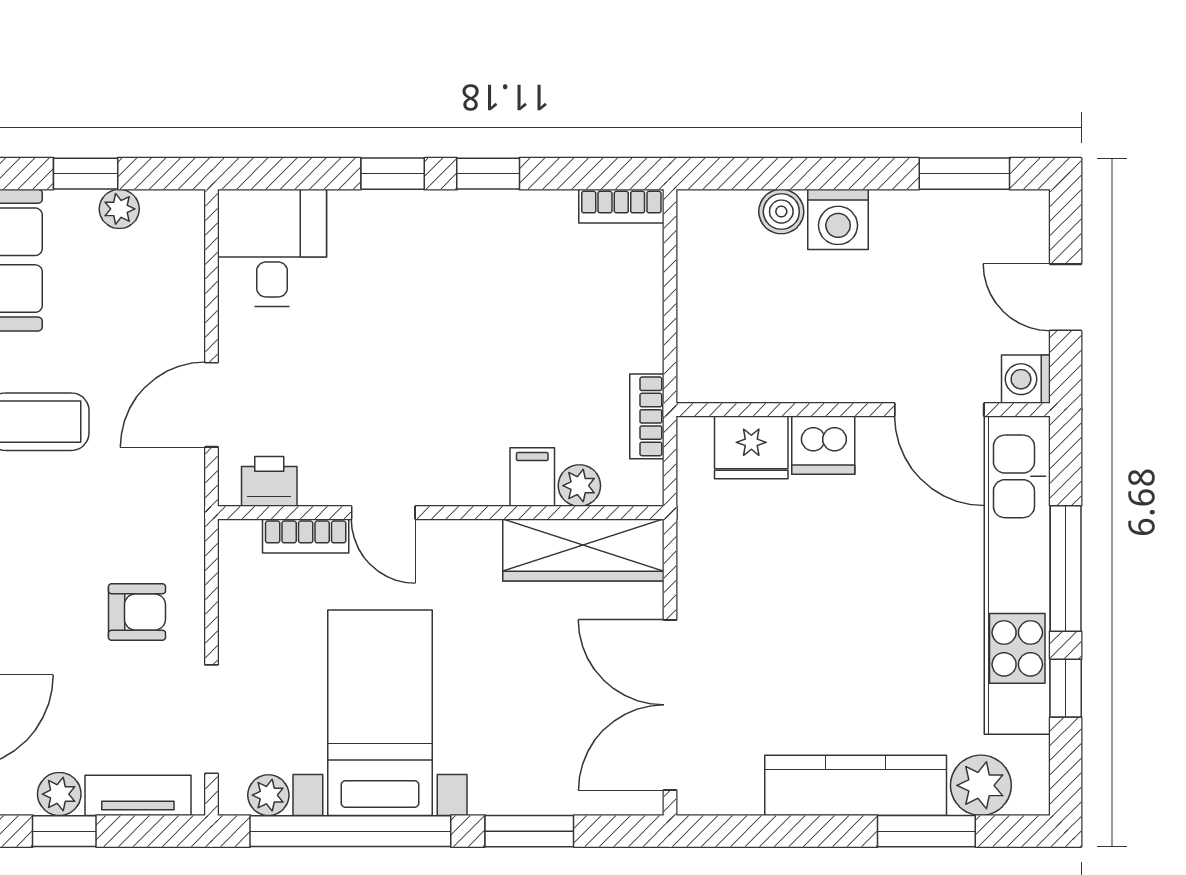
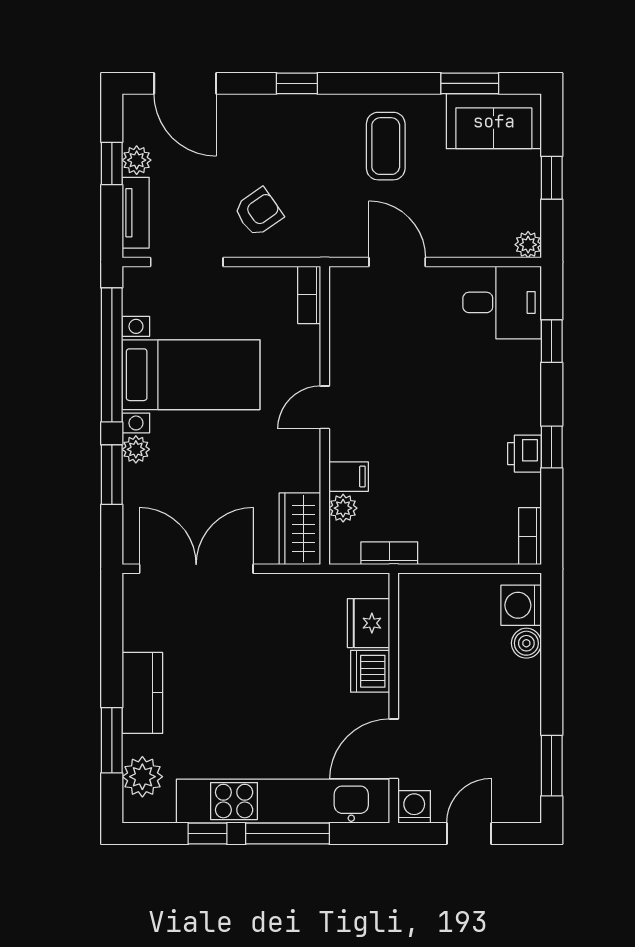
window: (393, 174) -> (552, 341), moved
plant: (119, 209) -> (528, 245), moved
washing machine: (838, 219) -> (521, 605), moved
printer: (269, 481) -> (525, 454), moved, turned 180
door: (383, 513) -> (325, 407), moved
bookcase: (306, 536) -> (309, 295), moved
wardrobe: (583, 550) -> (300, 529), width x0.67
armchair: (137, 612) -> (258, 212), turned -125
kitchen counter: (856, 785) -> (142, 693), width x0.67
plant: (268, 795) -> (136, 449), moved

